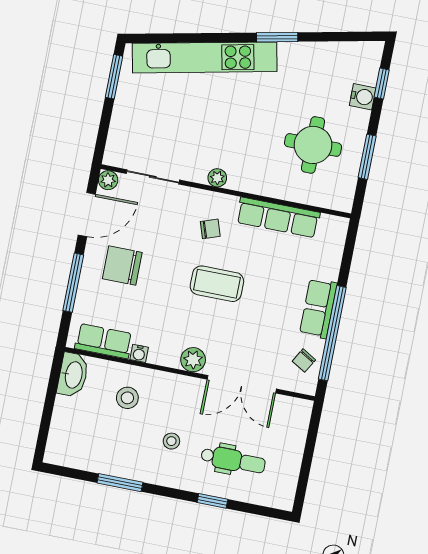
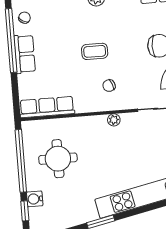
window: (367, 157) -> (21, 161), width x2.11
row of seats: (278, 217) -> (47, 107), moved
coffee table: (217, 284) -> (95, 51), width x0.73, depth x0.77

